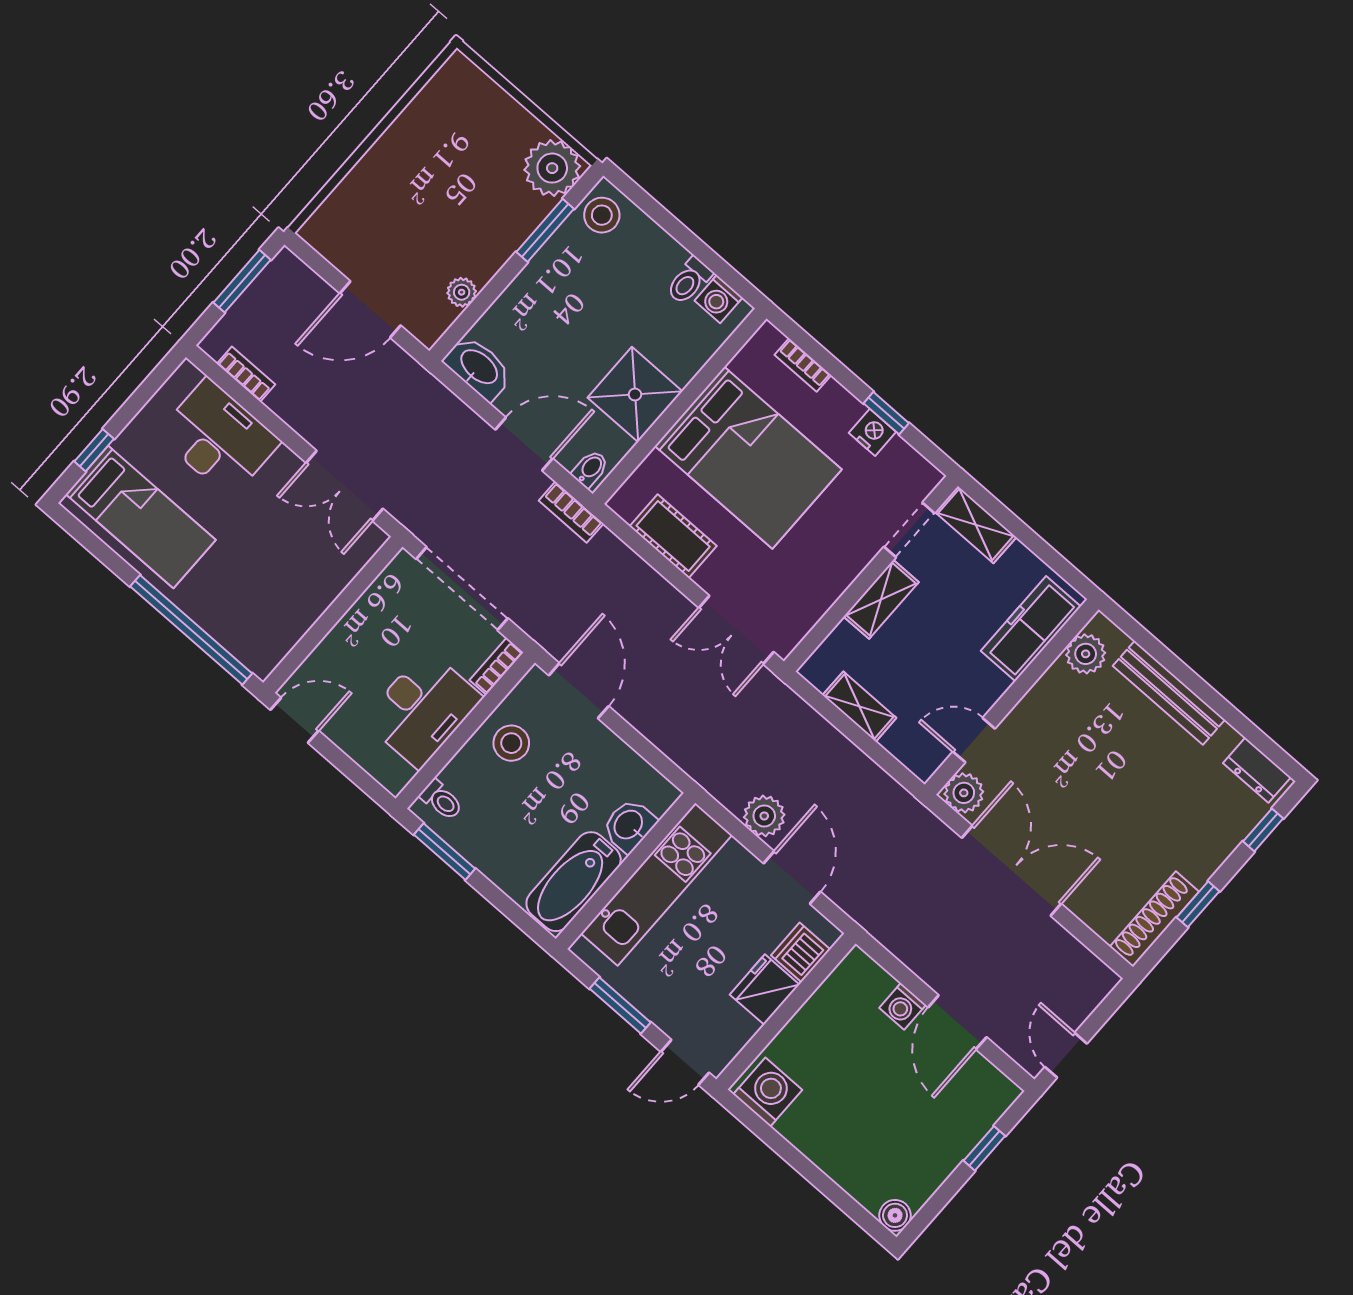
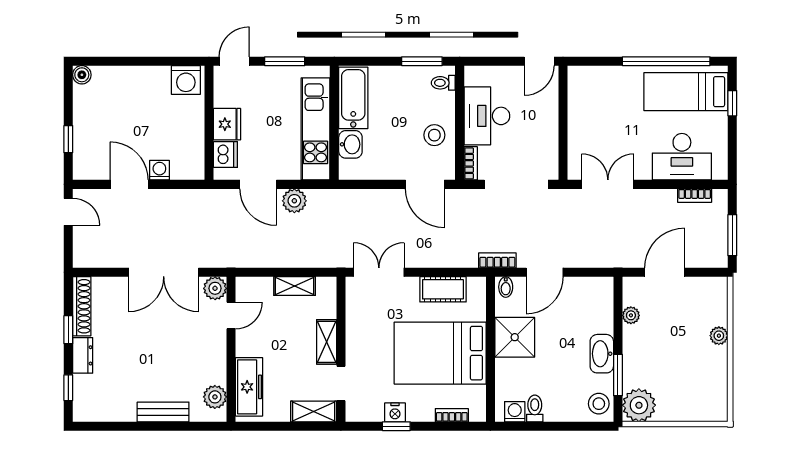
plant: (372, 168) -> (719, 336), added
washbasin: (478, 368) -> (602, 354), moved, turned 90
window: (191, 630) -> (666, 61), moved
bench: (1169, 693) -> (163, 412), width x0.73
dresser: (1257, 770) -> (83, 355), moved, turned 90

